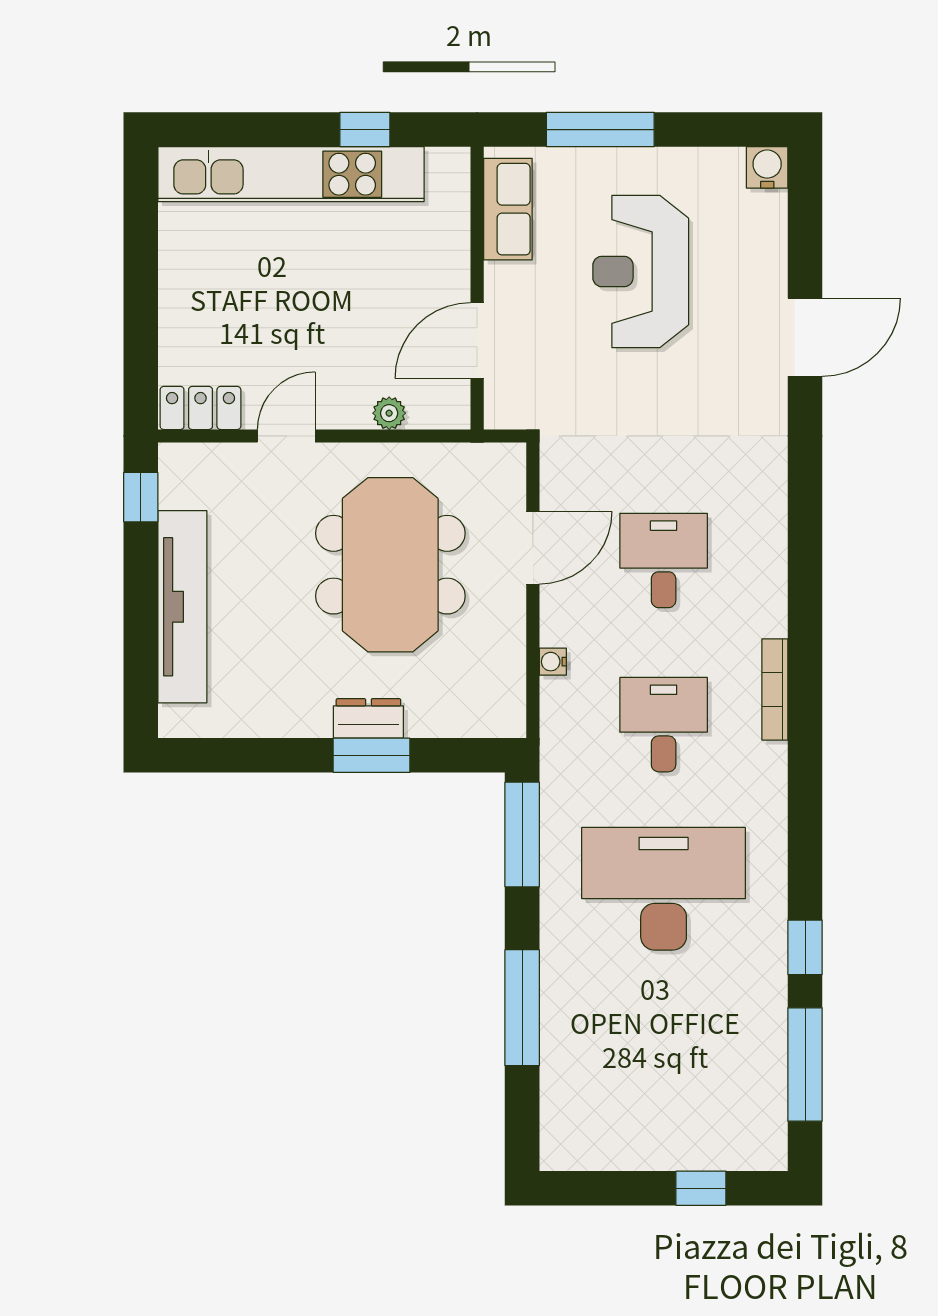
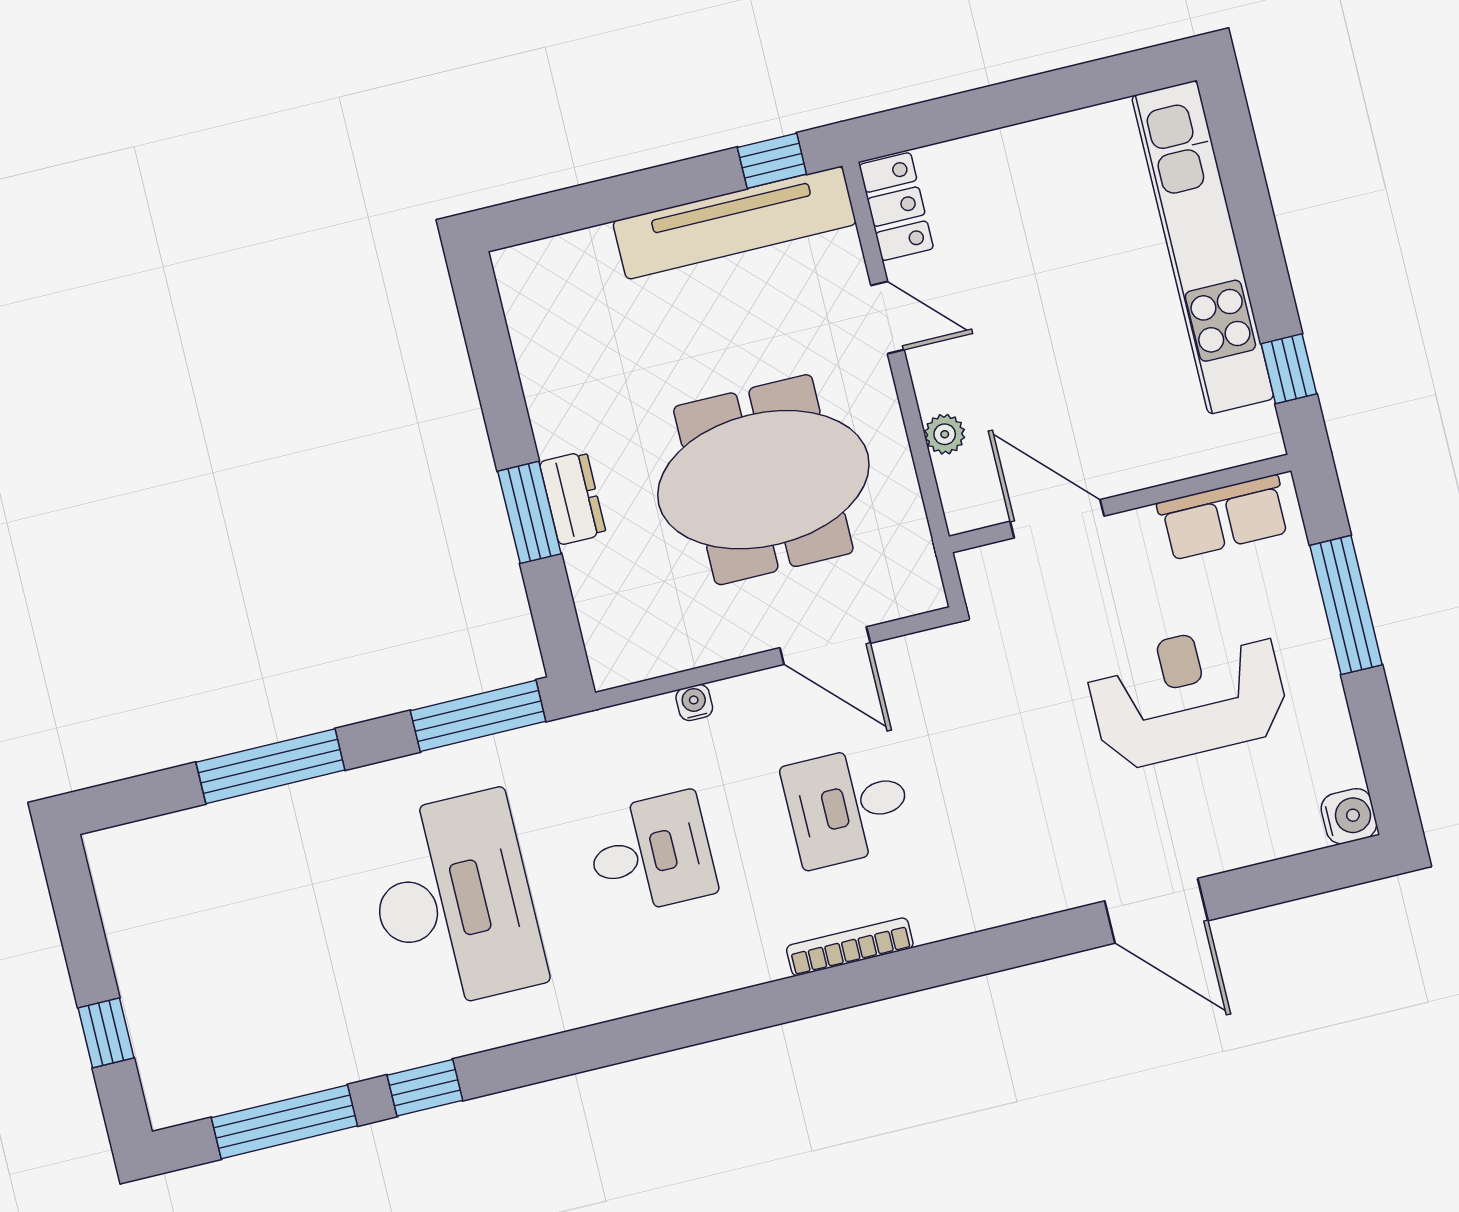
window: (365, 130) -> (1289, 369), moved
desk: (664, 560) -> (848, 806), turned 180
tv unit: (182, 607) -> (735, 223), moved
bookcase: (775, 690) -> (850, 947), moved

